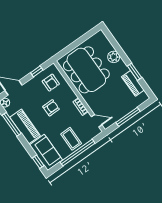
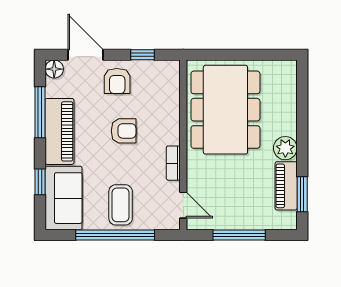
plant: (114, 57) -> (285, 148), moved
window: (135, 72) -> (302, 194), moved
armchair: (51, 83) -> (117, 81), moved
window: (38, 162) -> (40, 182), moved

